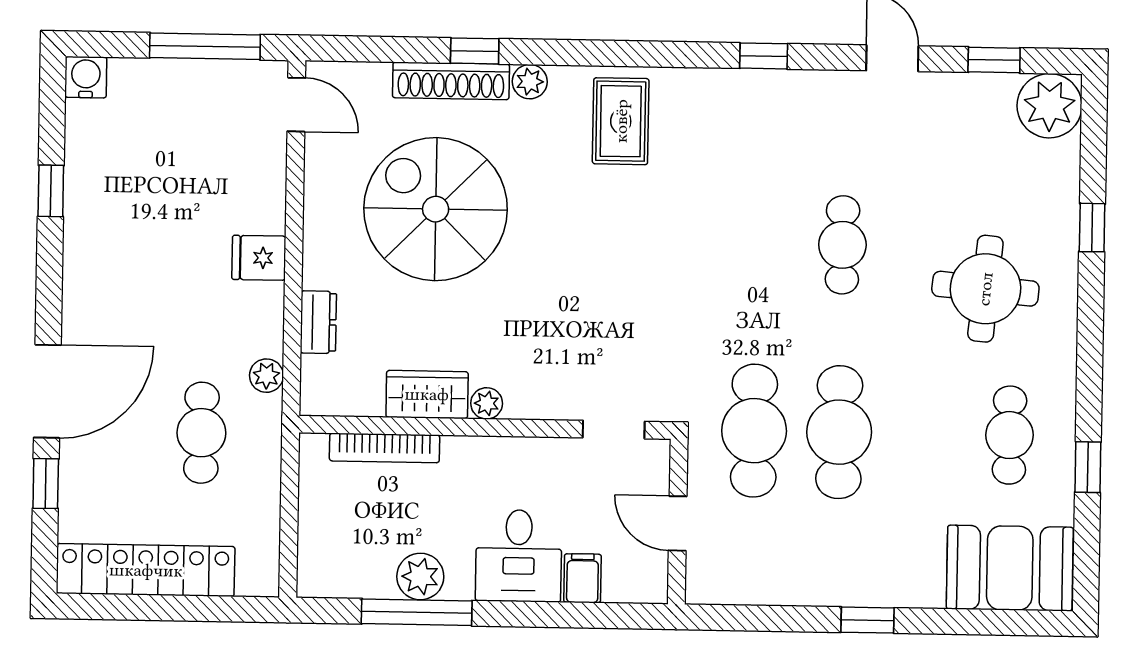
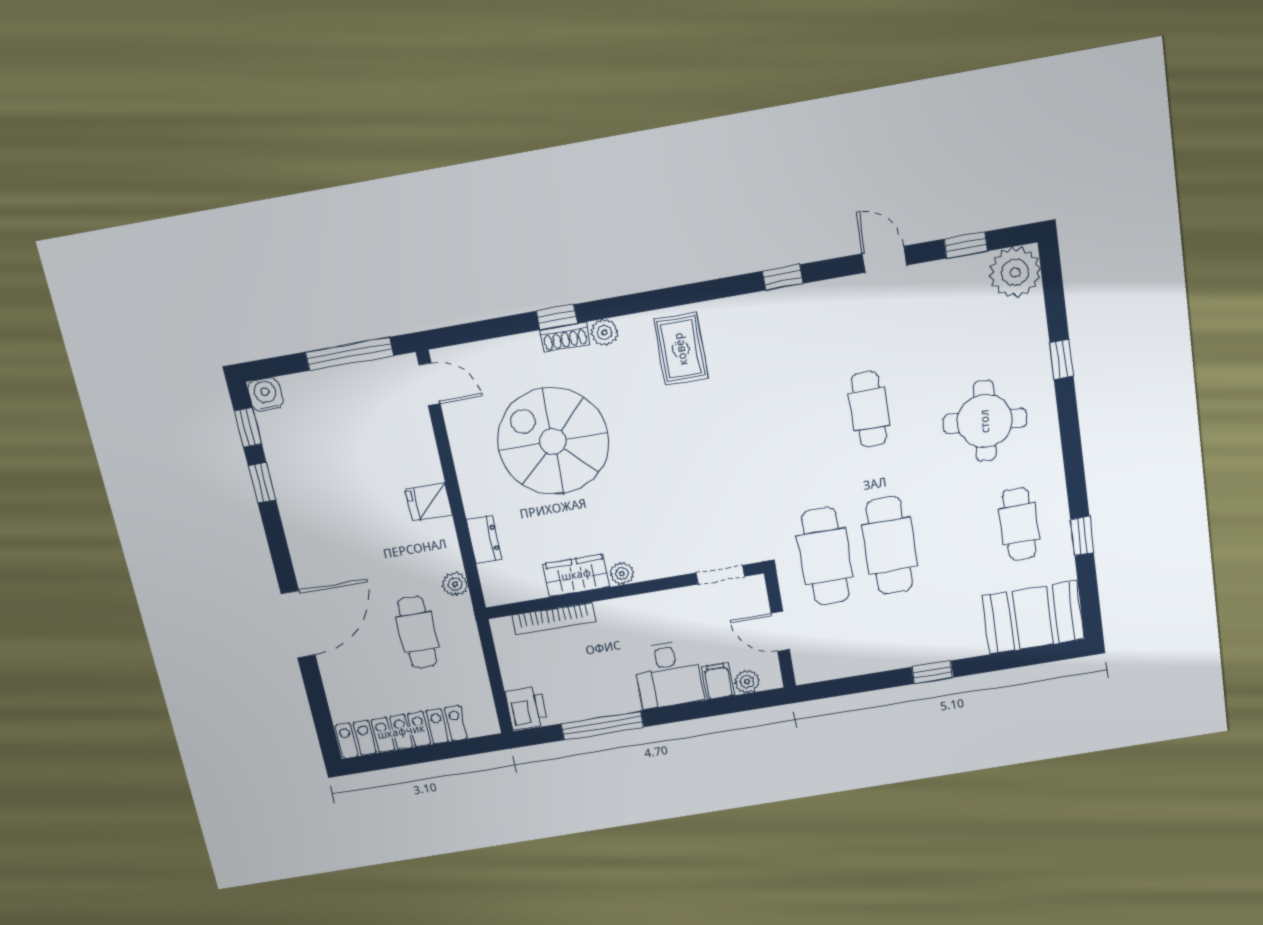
shoe rack: (451, 81) -> (565, 337), width x0.51, depth x0.81
window: (46, 484) -> (248, 427), moved
printer: (321, 568) -> (526, 708), added
plant: (420, 576) -> (747, 682), moved, width x0.73, depth x0.73

